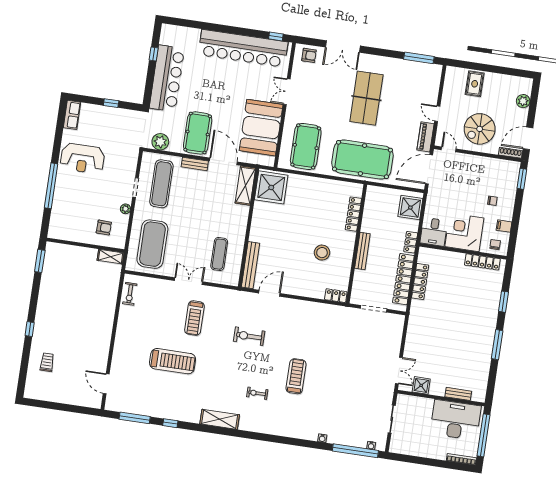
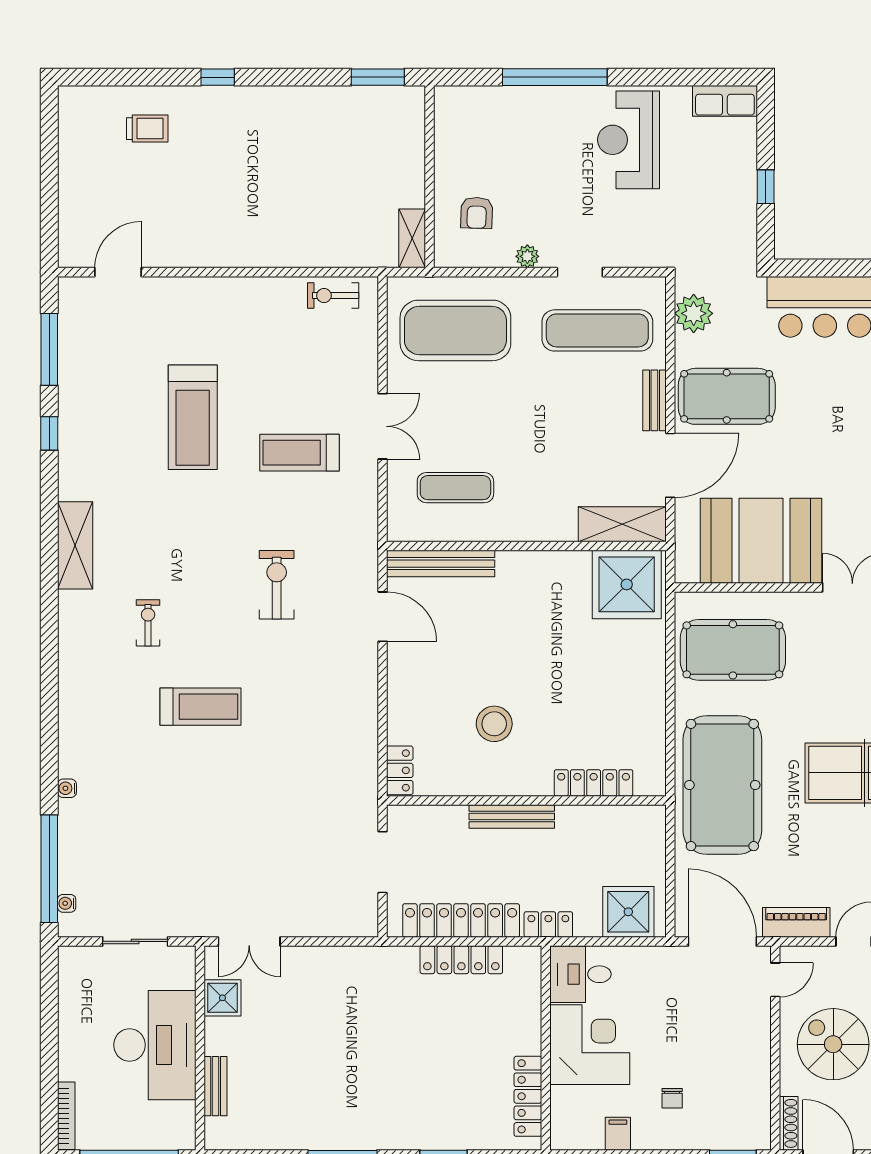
chair: (495, 245) -> (572, 1120), removed
desk: (456, 420) -> (155, 1045), moved

